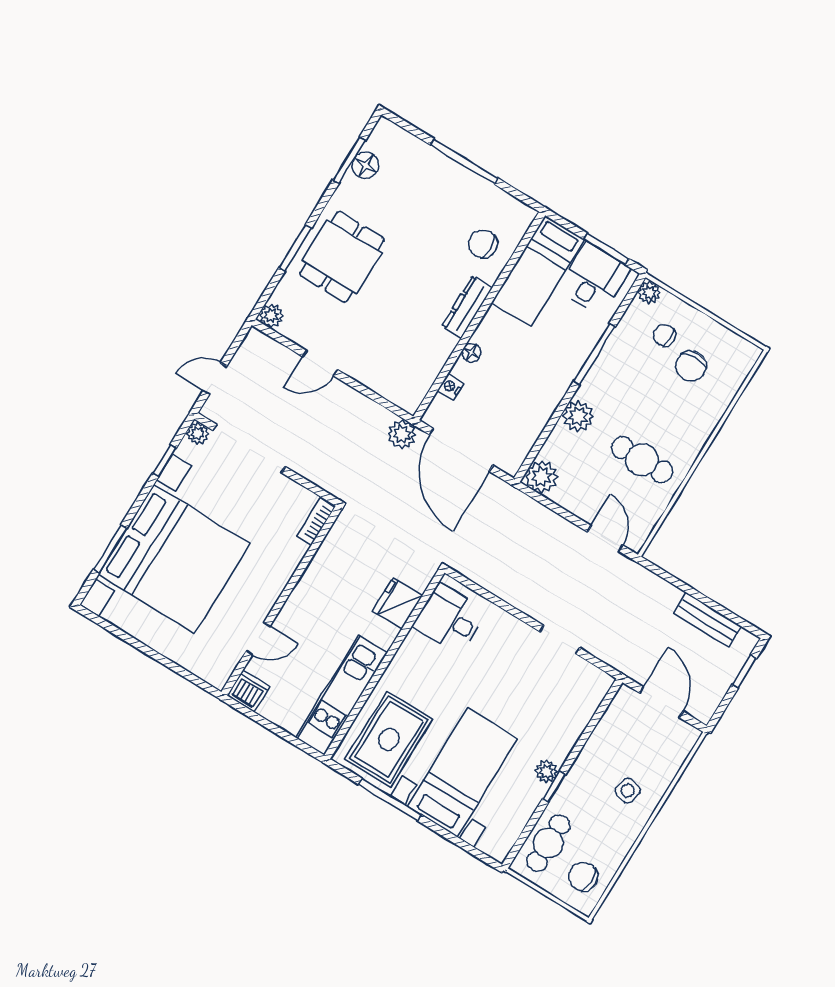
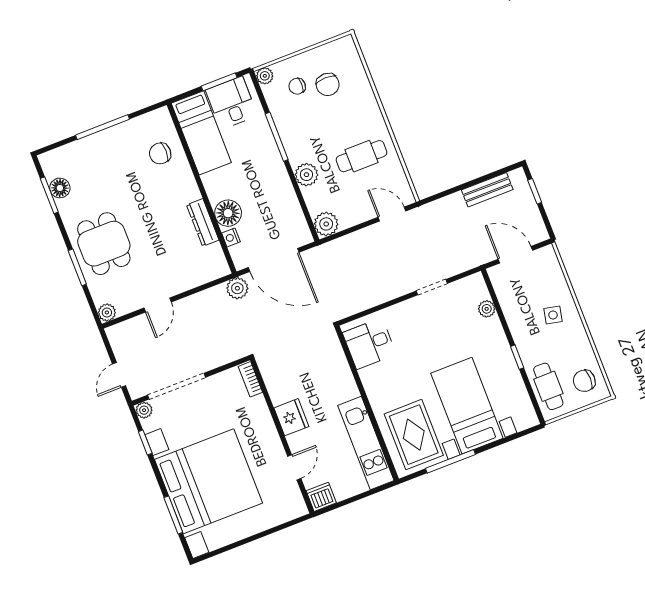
dresser: (467, 307) -> (203, 222), moved
floor lamp: (471, 353) -> (228, 213), width x1.89, depth x1.89
fridge: (398, 603) -> (291, 417), moved, turned 180
plant: (546, 771) -> (487, 309), moved

